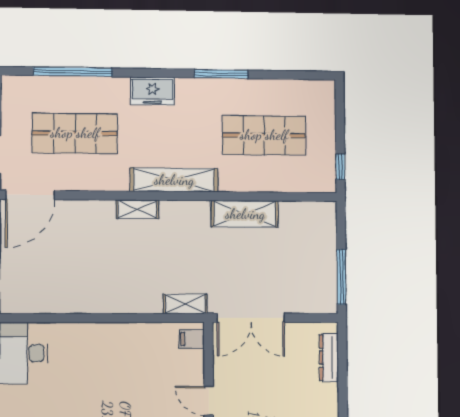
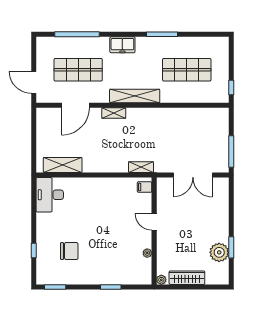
door: (30, 195) -> (76, 105), moved
shelving: (245, 214) -> (63, 165), moved
double door: (251, 318) -> (193, 175), moved
dresser: (329, 358) -> (223, 198), removed

